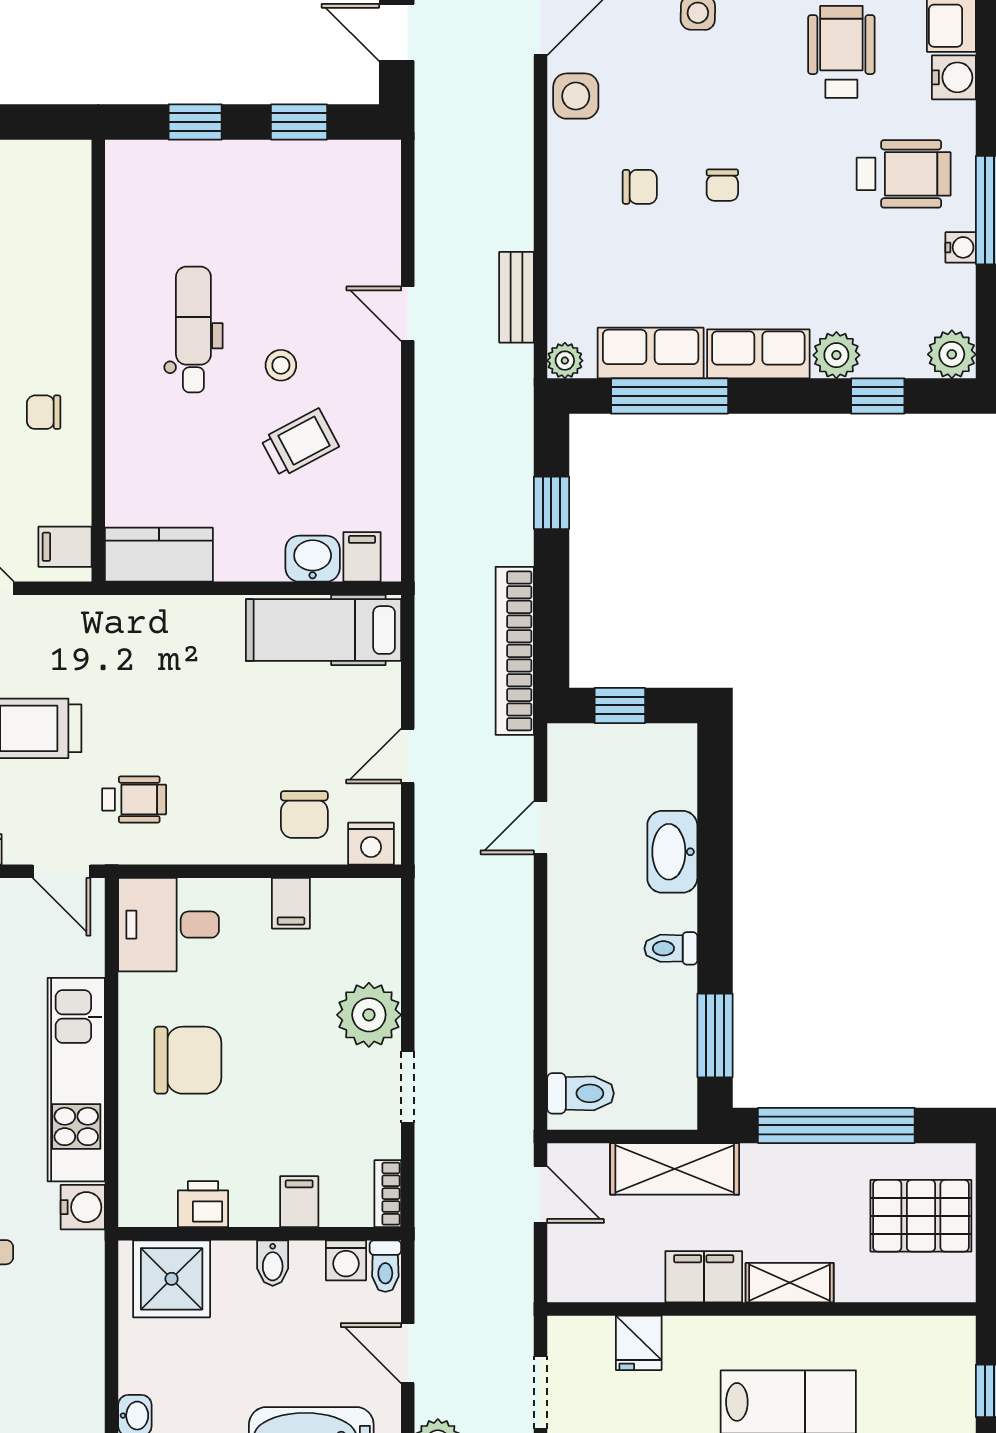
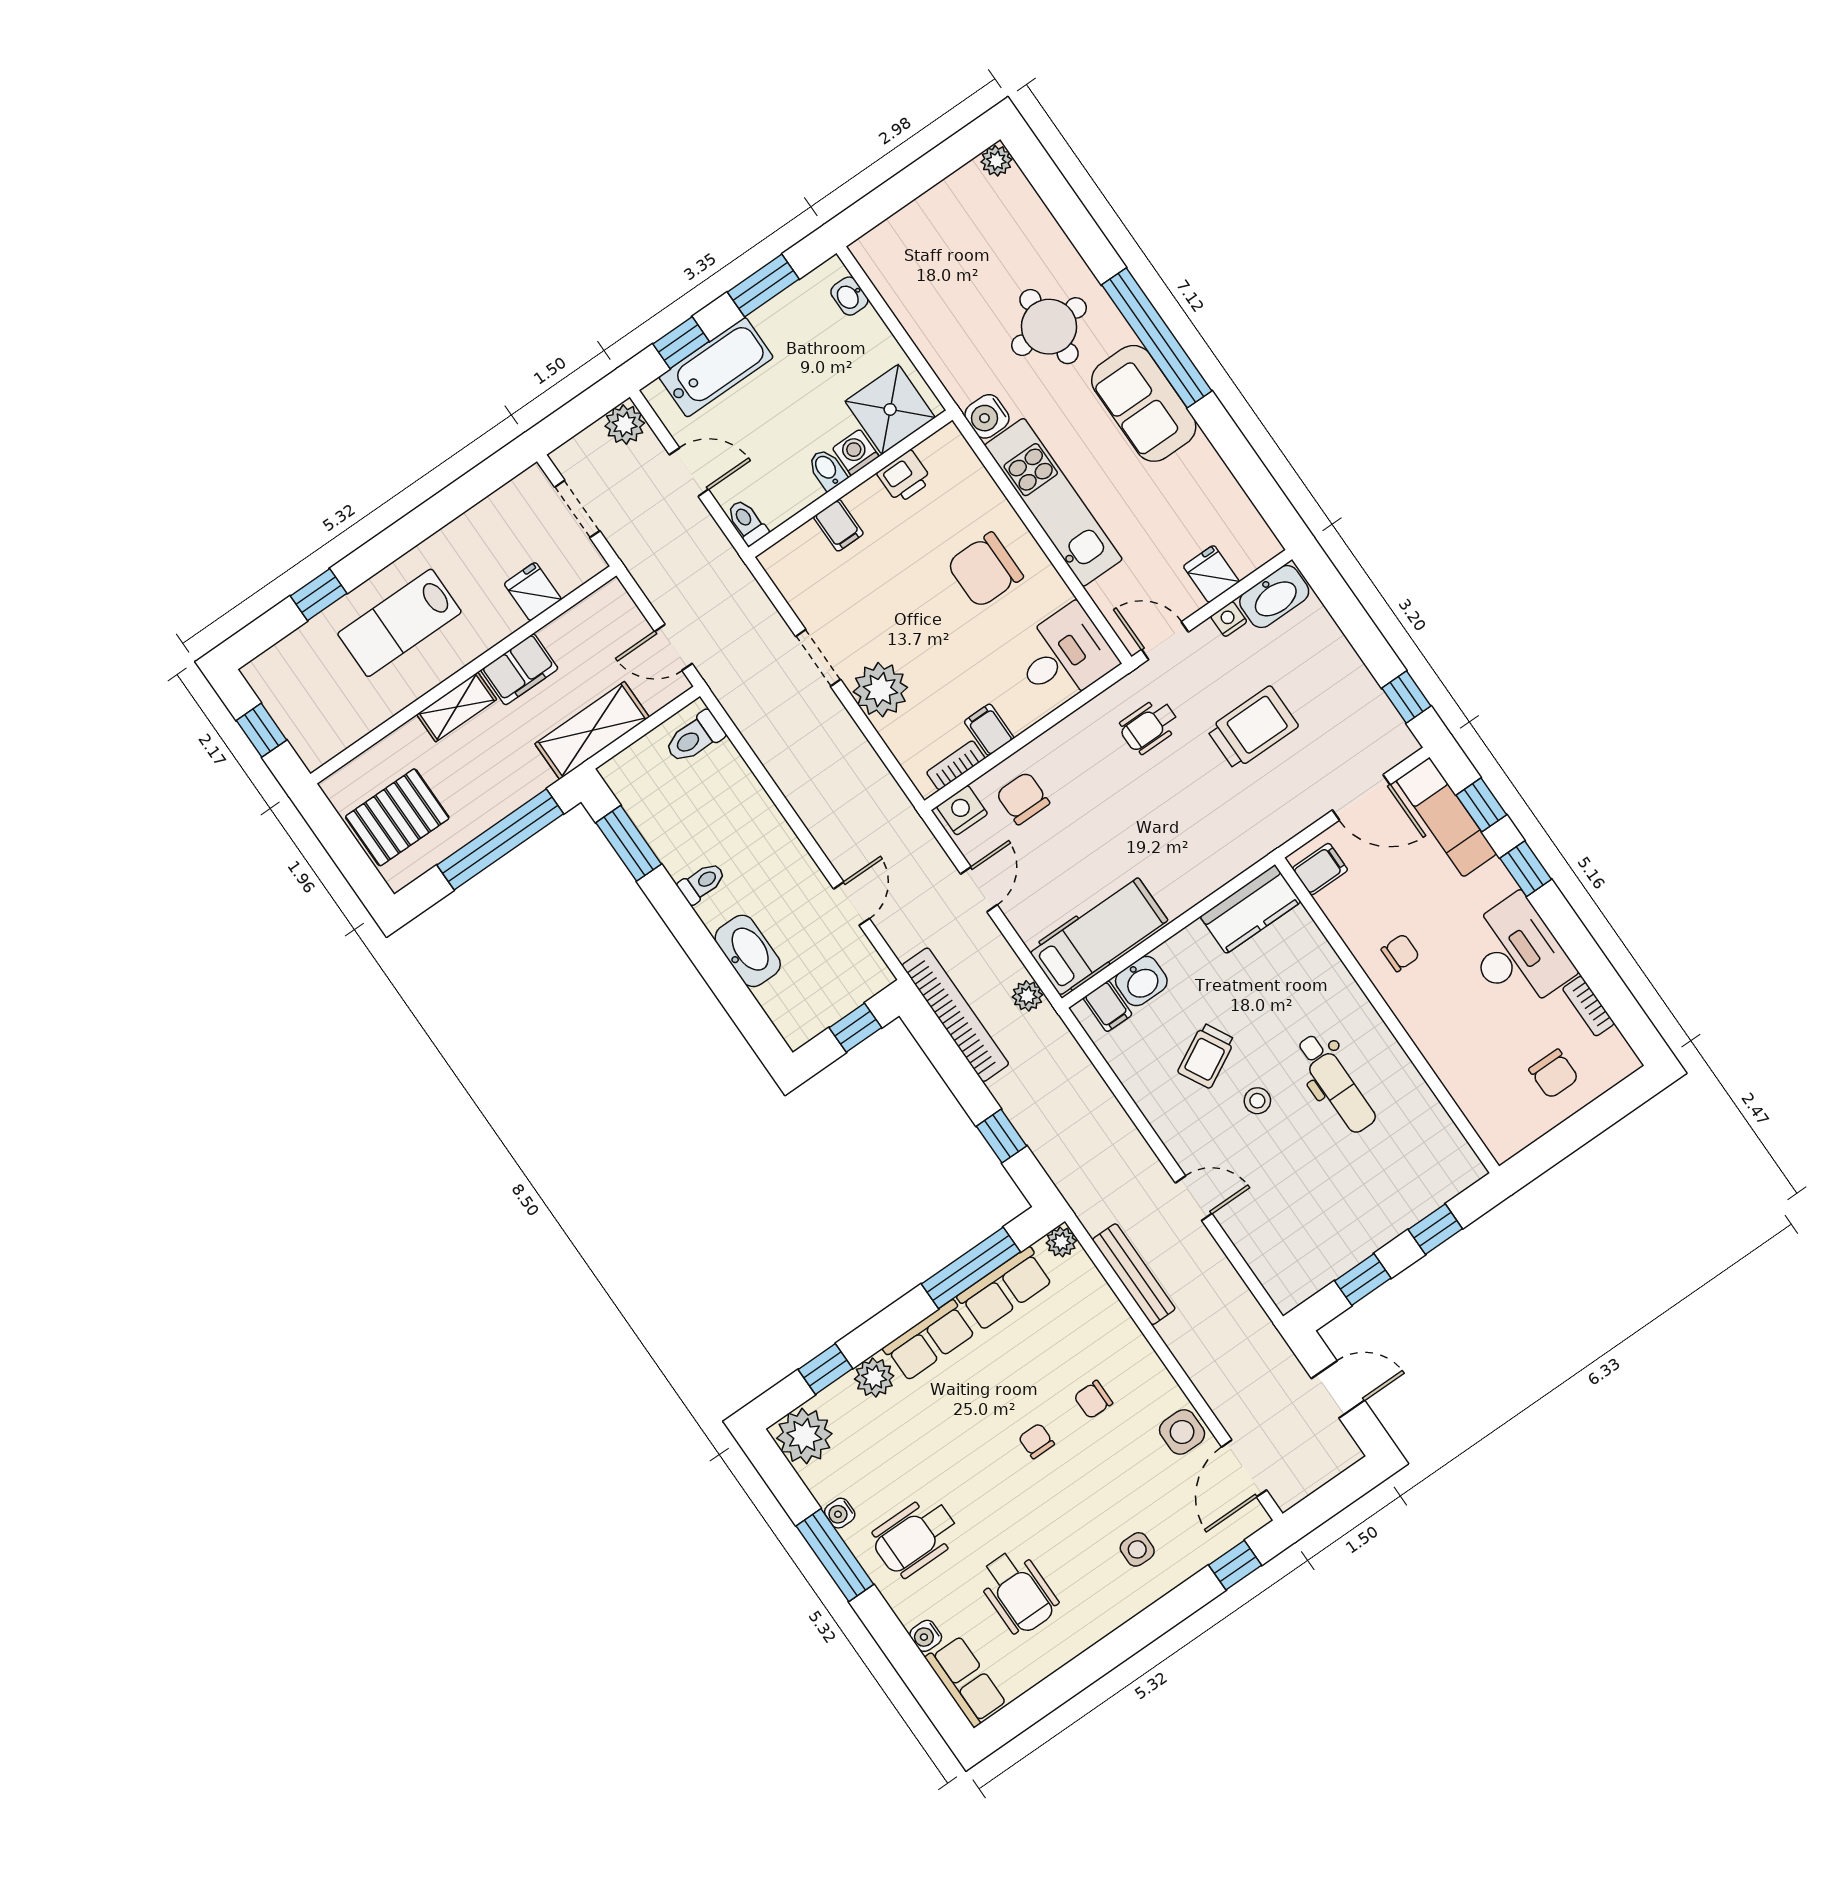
water cooler: (954, 77) -> (926, 1636), width x0.72, depth x0.72
bench: (516, 297) -> (1134, 1274), width x1.36
plant: (952, 354) -> (804, 1436), width x1.36, depth x1.36
plant: (432, 621) -> (1027, 996), added
bookcase: (388, 1194) -> (956, 765), moved, turned -90
washing machine: (346, 1260) -> (856, 452), moved

